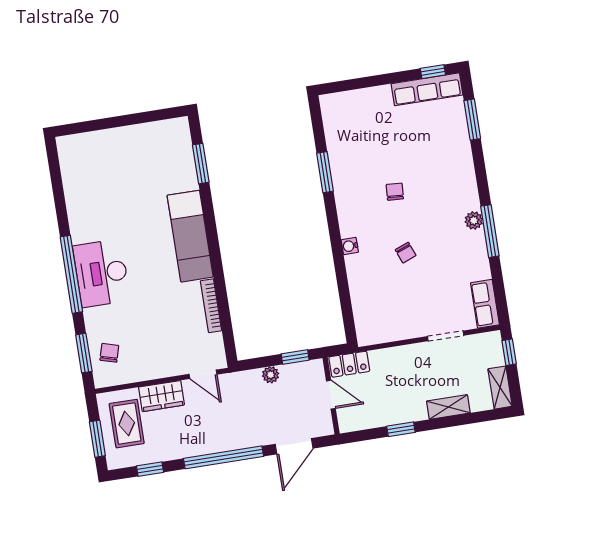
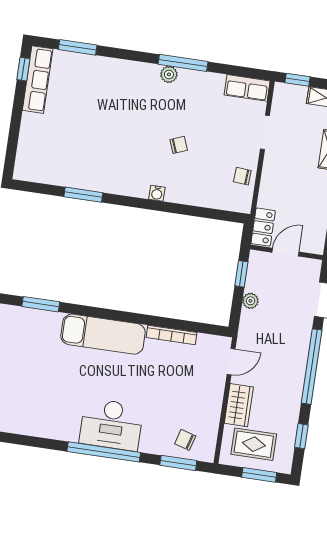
chair: (395, 192) -> (242, 176), moved

